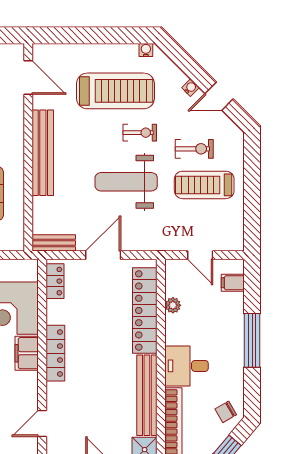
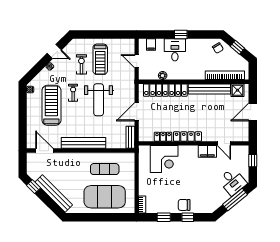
door: (28, 77) -> (44, 151), hinge flipped
door: (219, 96) -> (54, 52), hinge flipped
door: (103, 255) -> (137, 112), hinge flipped
door: (200, 255) -> (137, 61), swing flipped
locker: (55, 281) -> (163, 137), moved
window: (252, 340) -> (181, 34), width x0.46
filing cabinet: (27, 353) -> (207, 151), moved
desk: (187, 366) -> (175, 50), moved, turned 180

